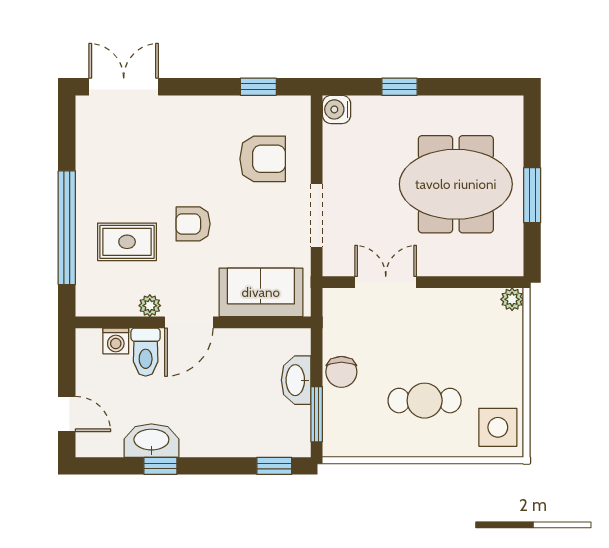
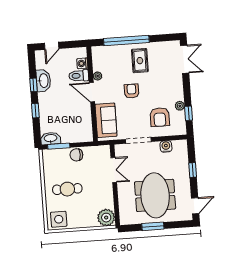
door: (489, 87) -> (195, 206), added
plant: (238, 107) -> (180, 106), added
water cooler: (337, 109) -> (166, 146), moved
rug: (127, 242) -> (140, 61), moved
plant: (512, 299) -> (106, 218), width x1.87, depth x1.87
washbasin: (296, 380) -> (51, 138), moved
cafe table: (425, 401) -> (67, 189), turned 90
window: (274, 466) -> (35, 111), moved

